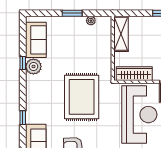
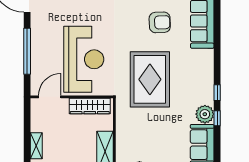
reception desk: (139, 115) -> (84, 59), turned 180
window: (23, 118) -> (217, 93), moved

